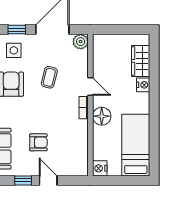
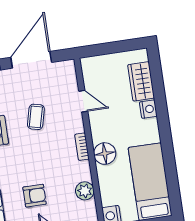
plant: (81, 42) -> (85, 191), moved
door: (90, 86) -> (83, 101), moved

